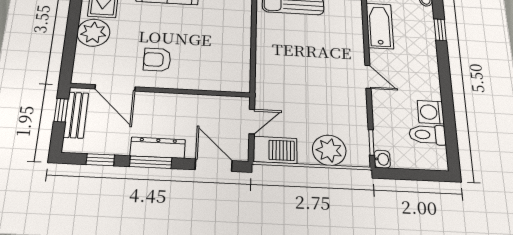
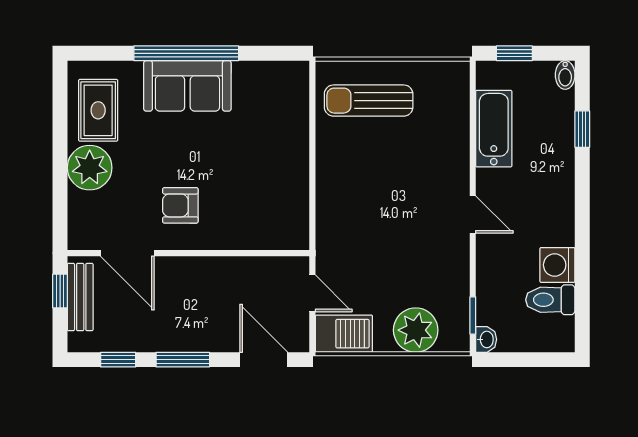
door: (252, 121) -> (312, 293), hinge flipped
dresser: (158, 148) -> (190, 339), removed

